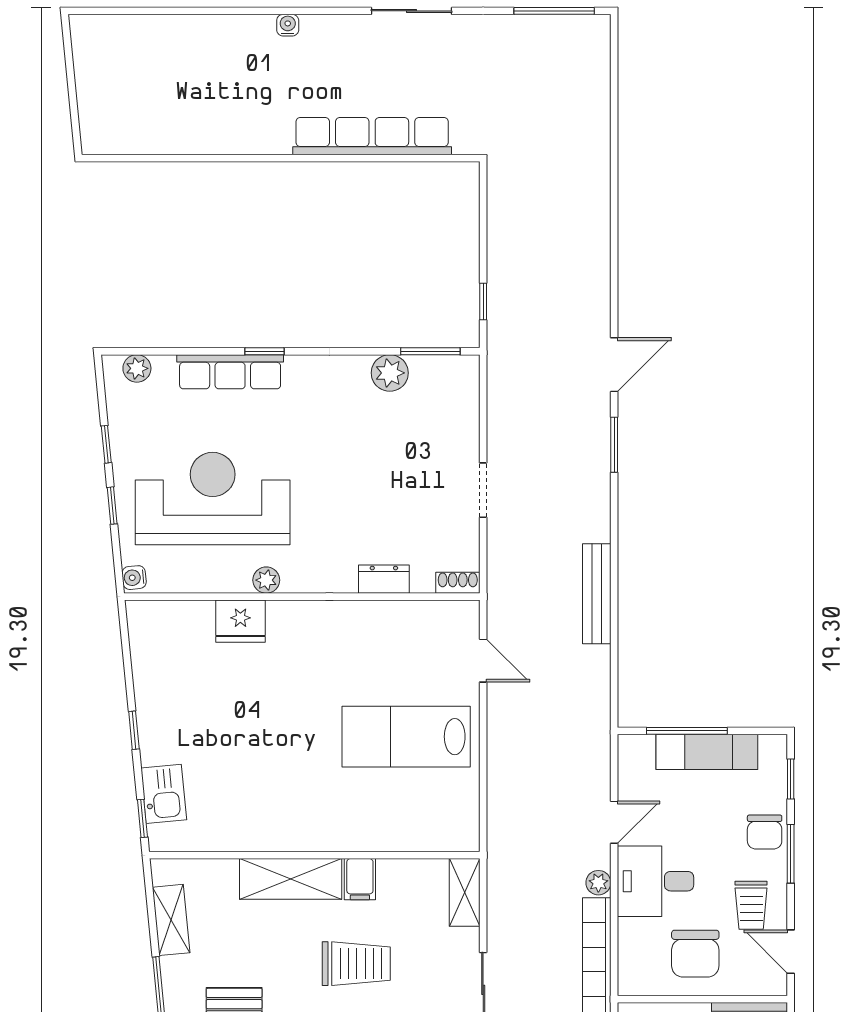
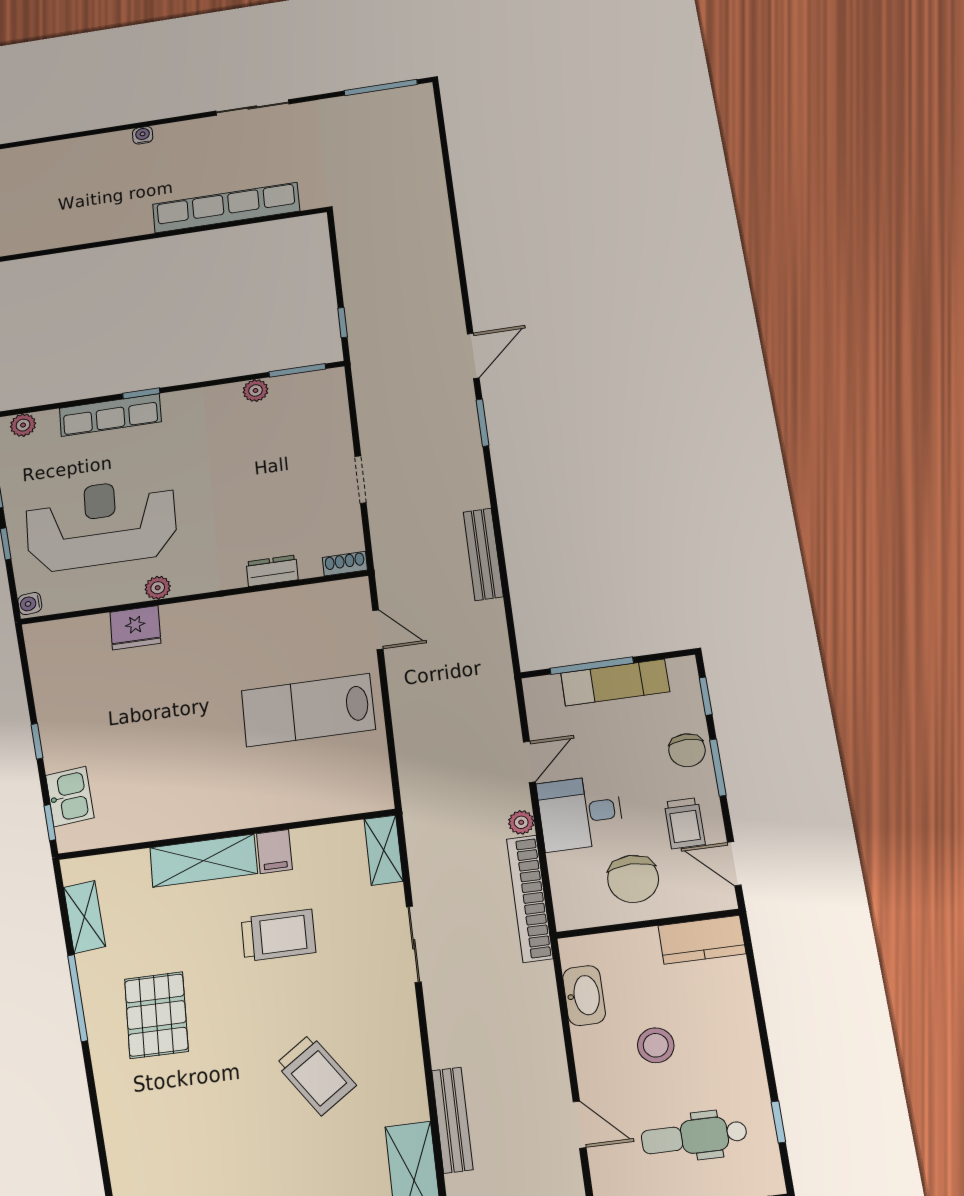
plant: (390, 373) -> (256, 390), width x0.73, depth x0.73

